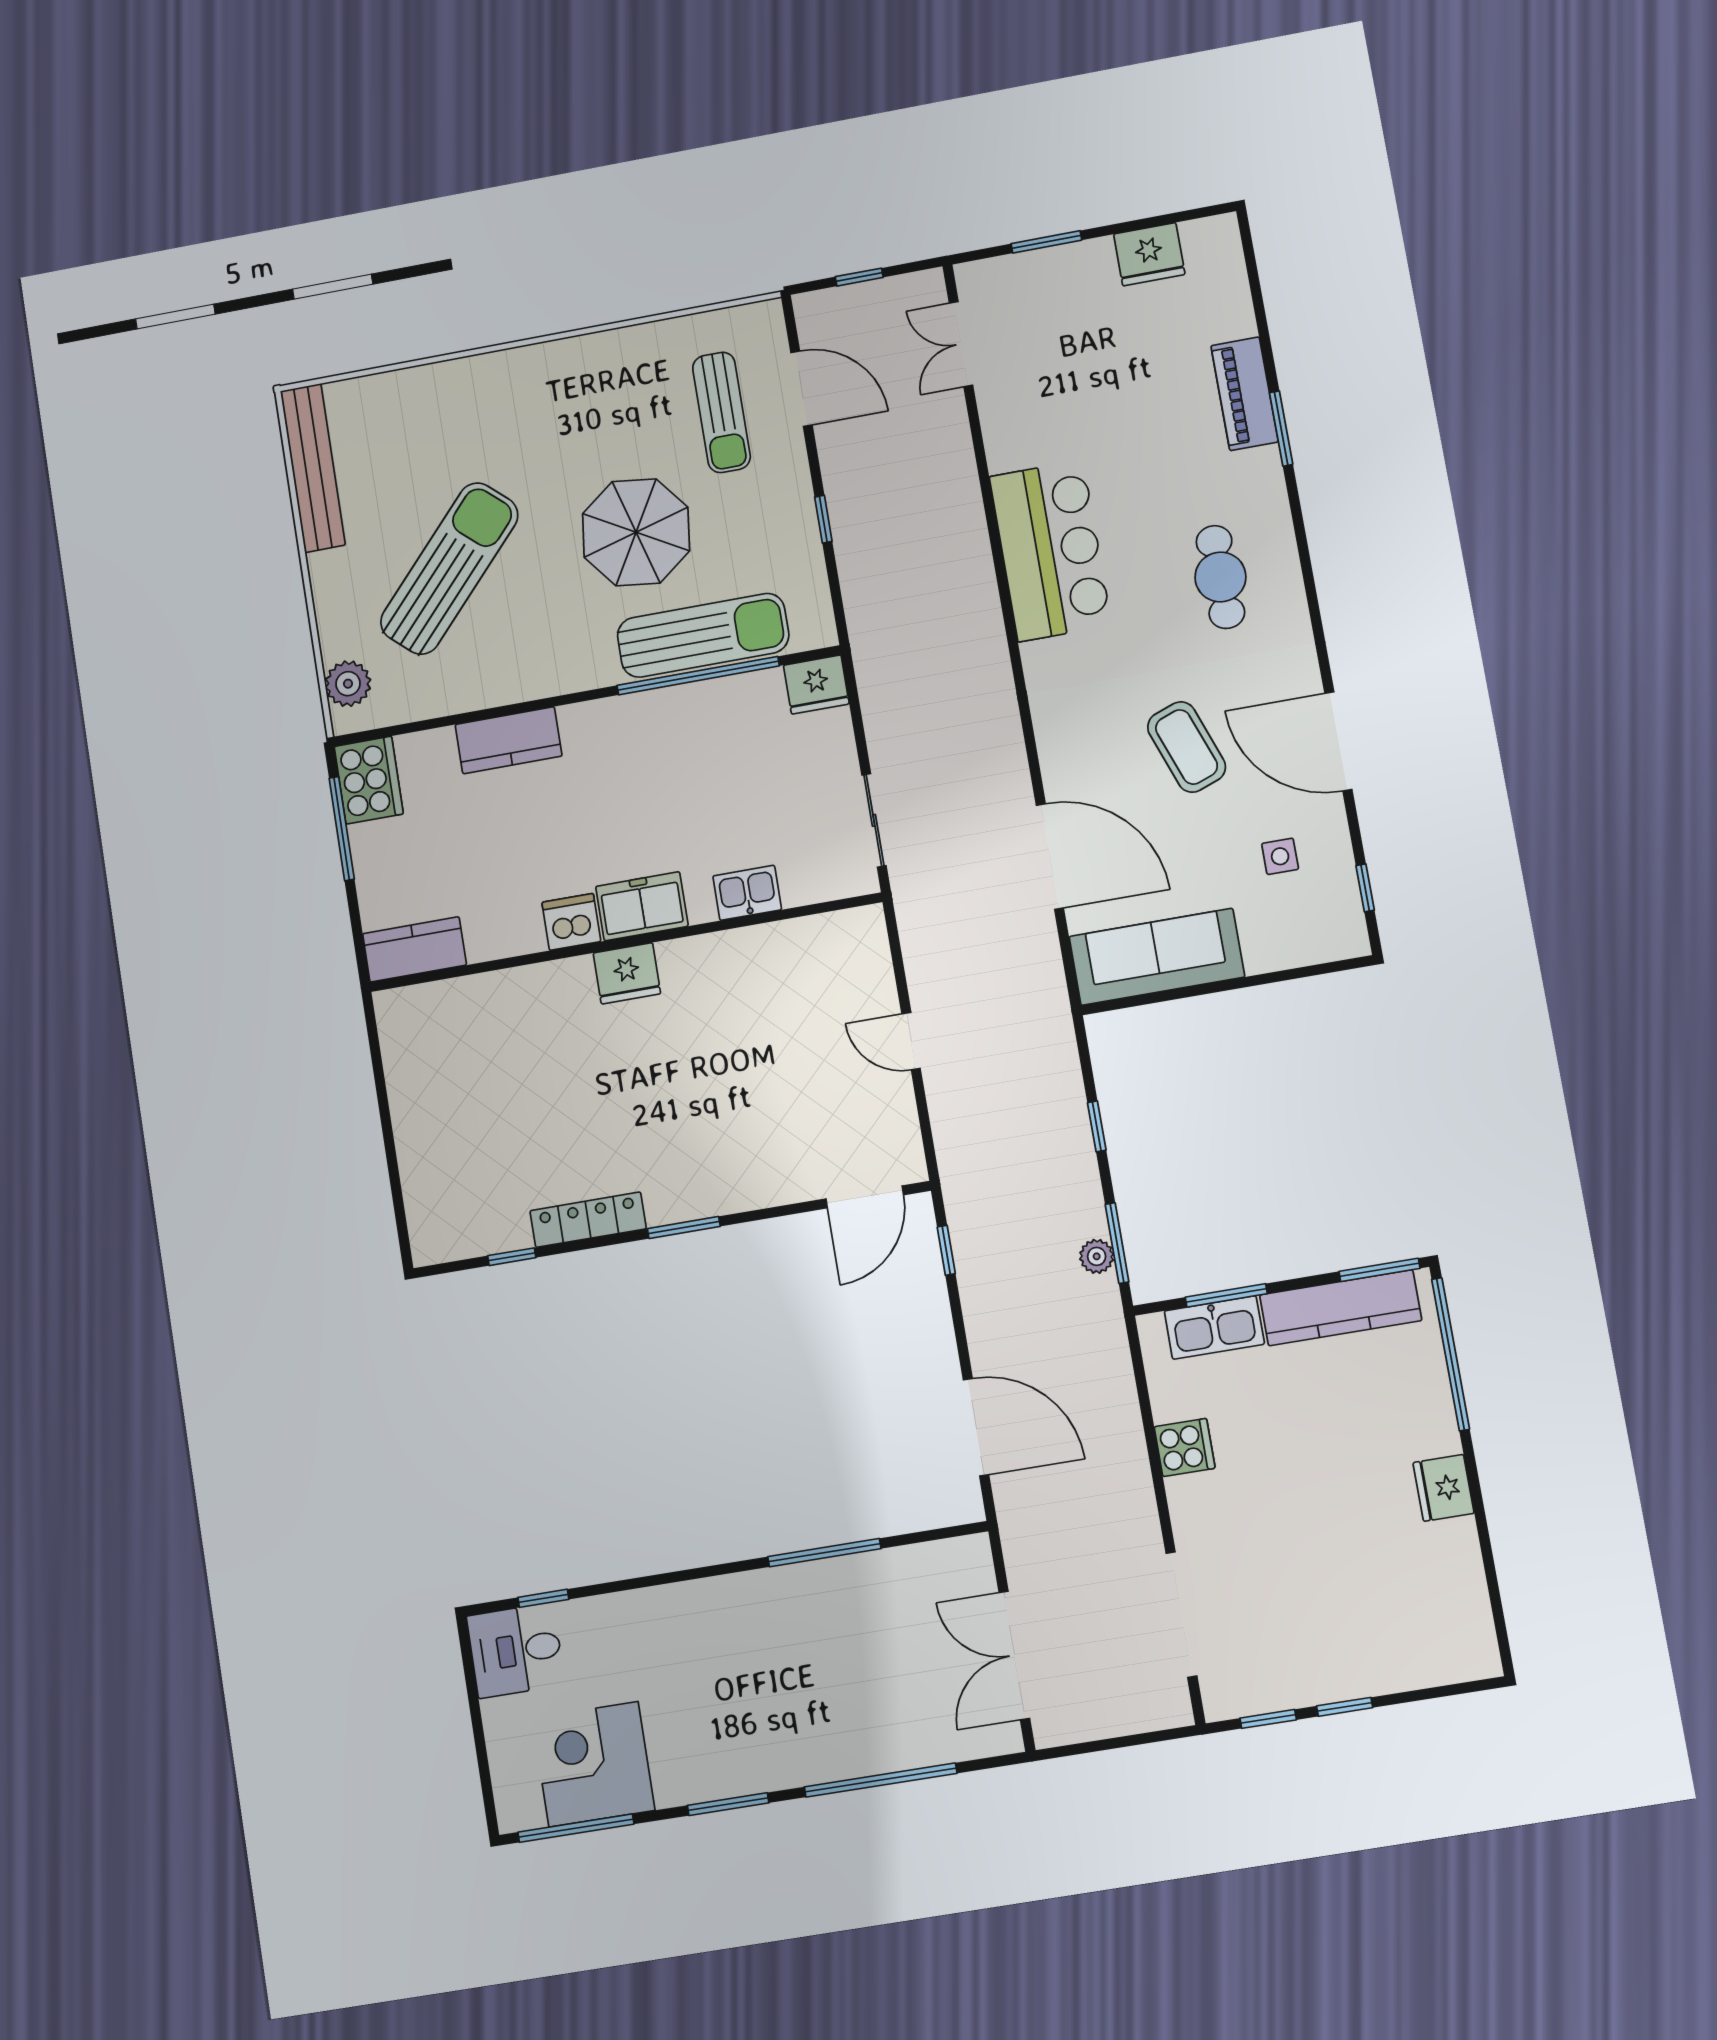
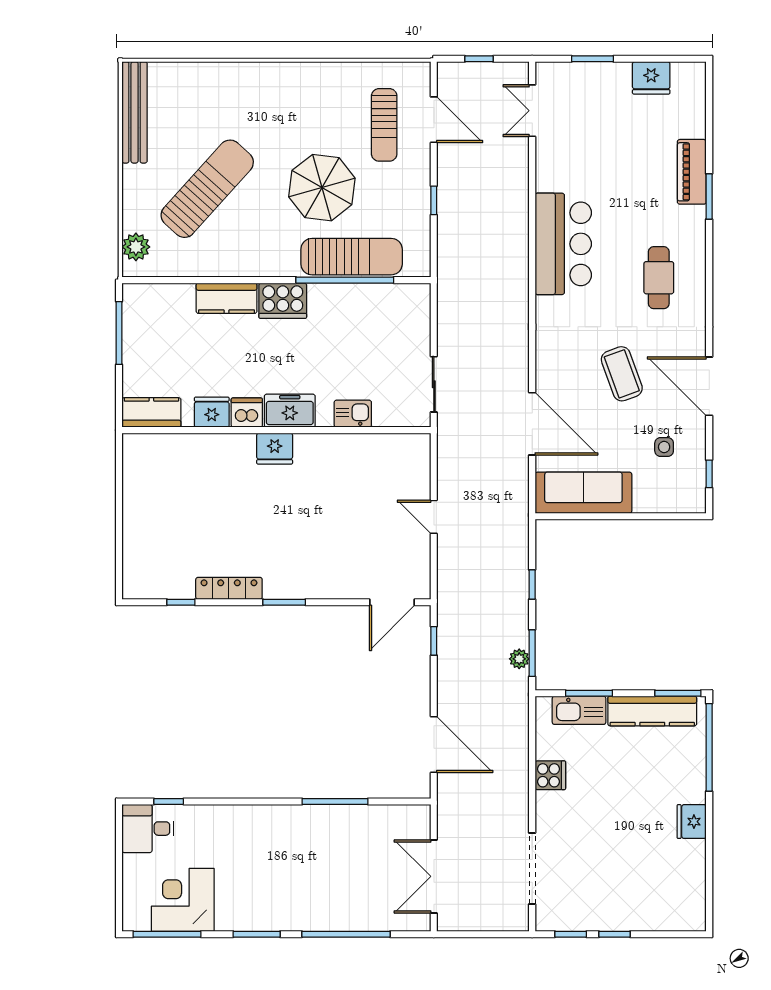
fridge: (816, 685) -> (212, 412), moved, turned 180
cooker: (369, 780) -> (283, 301), moved, turned 90

